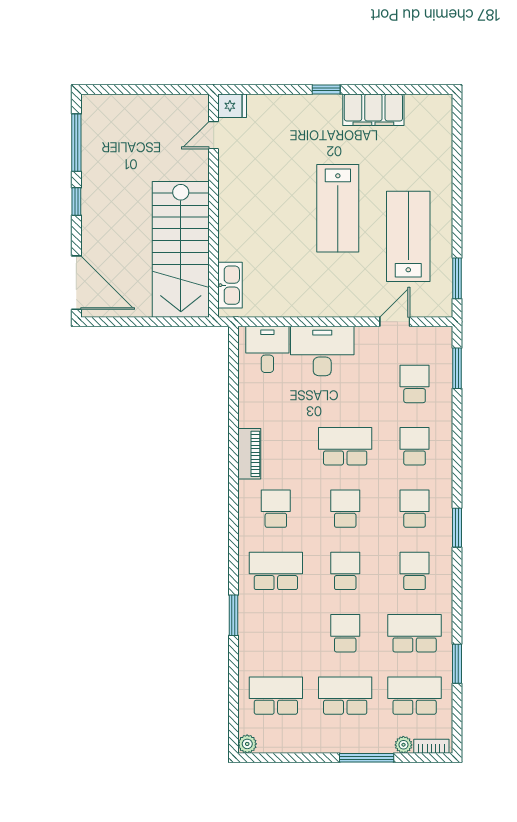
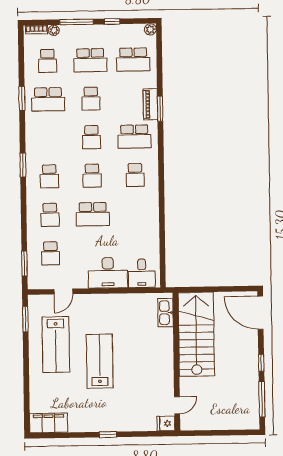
filing cabinet: (373, 110) -> (49, 423), moved
piano: (249, 454) -> (150, 104), moved
school desk: (415, 571) -> (49, 138), removed
window: (457, 664) -> (22, 99), moved
school desk: (415, 696) -> (47, 61), width x0.54
window: (309, 758) -> (112, 21), added

